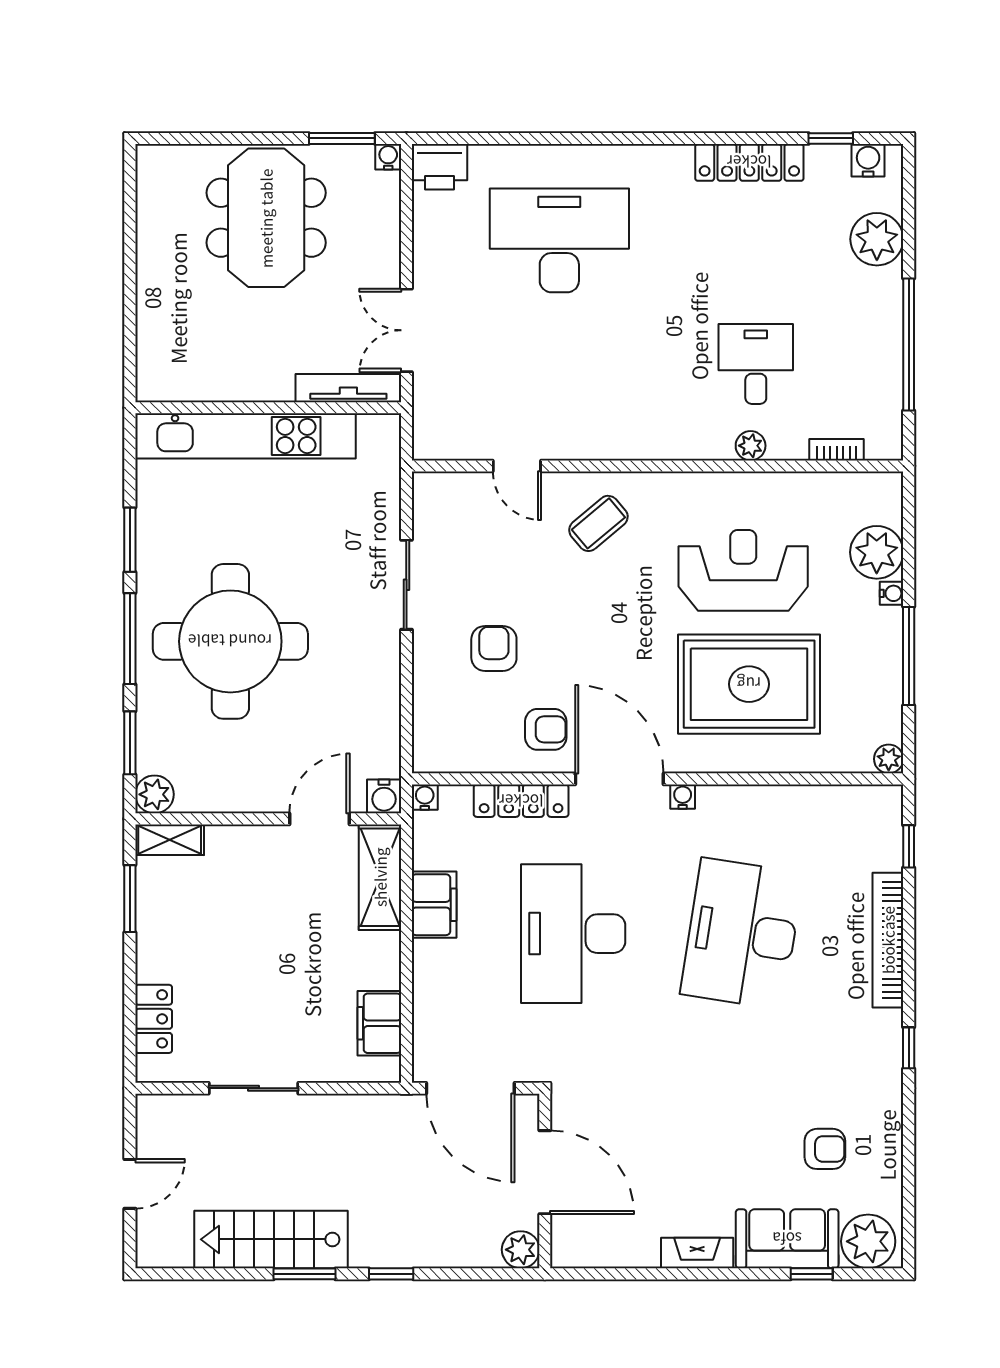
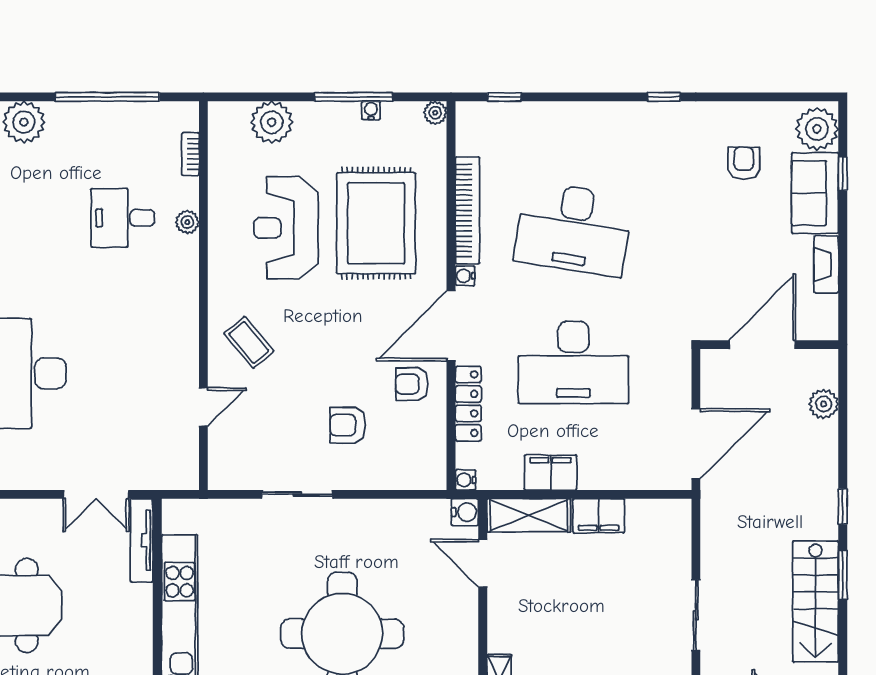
water cooler: (892, 593) -> (371, 110), moved
armchair: (546, 729) -> (412, 384), turned -90
bookcase: (888, 940) -> (467, 210), moved, turned -90
filing cabinet: (379, 1023) -> (599, 516), moved
door: (545, 1172) -> (762, 345), moved
wall: (545, 1181) -> (769, 345), moved

